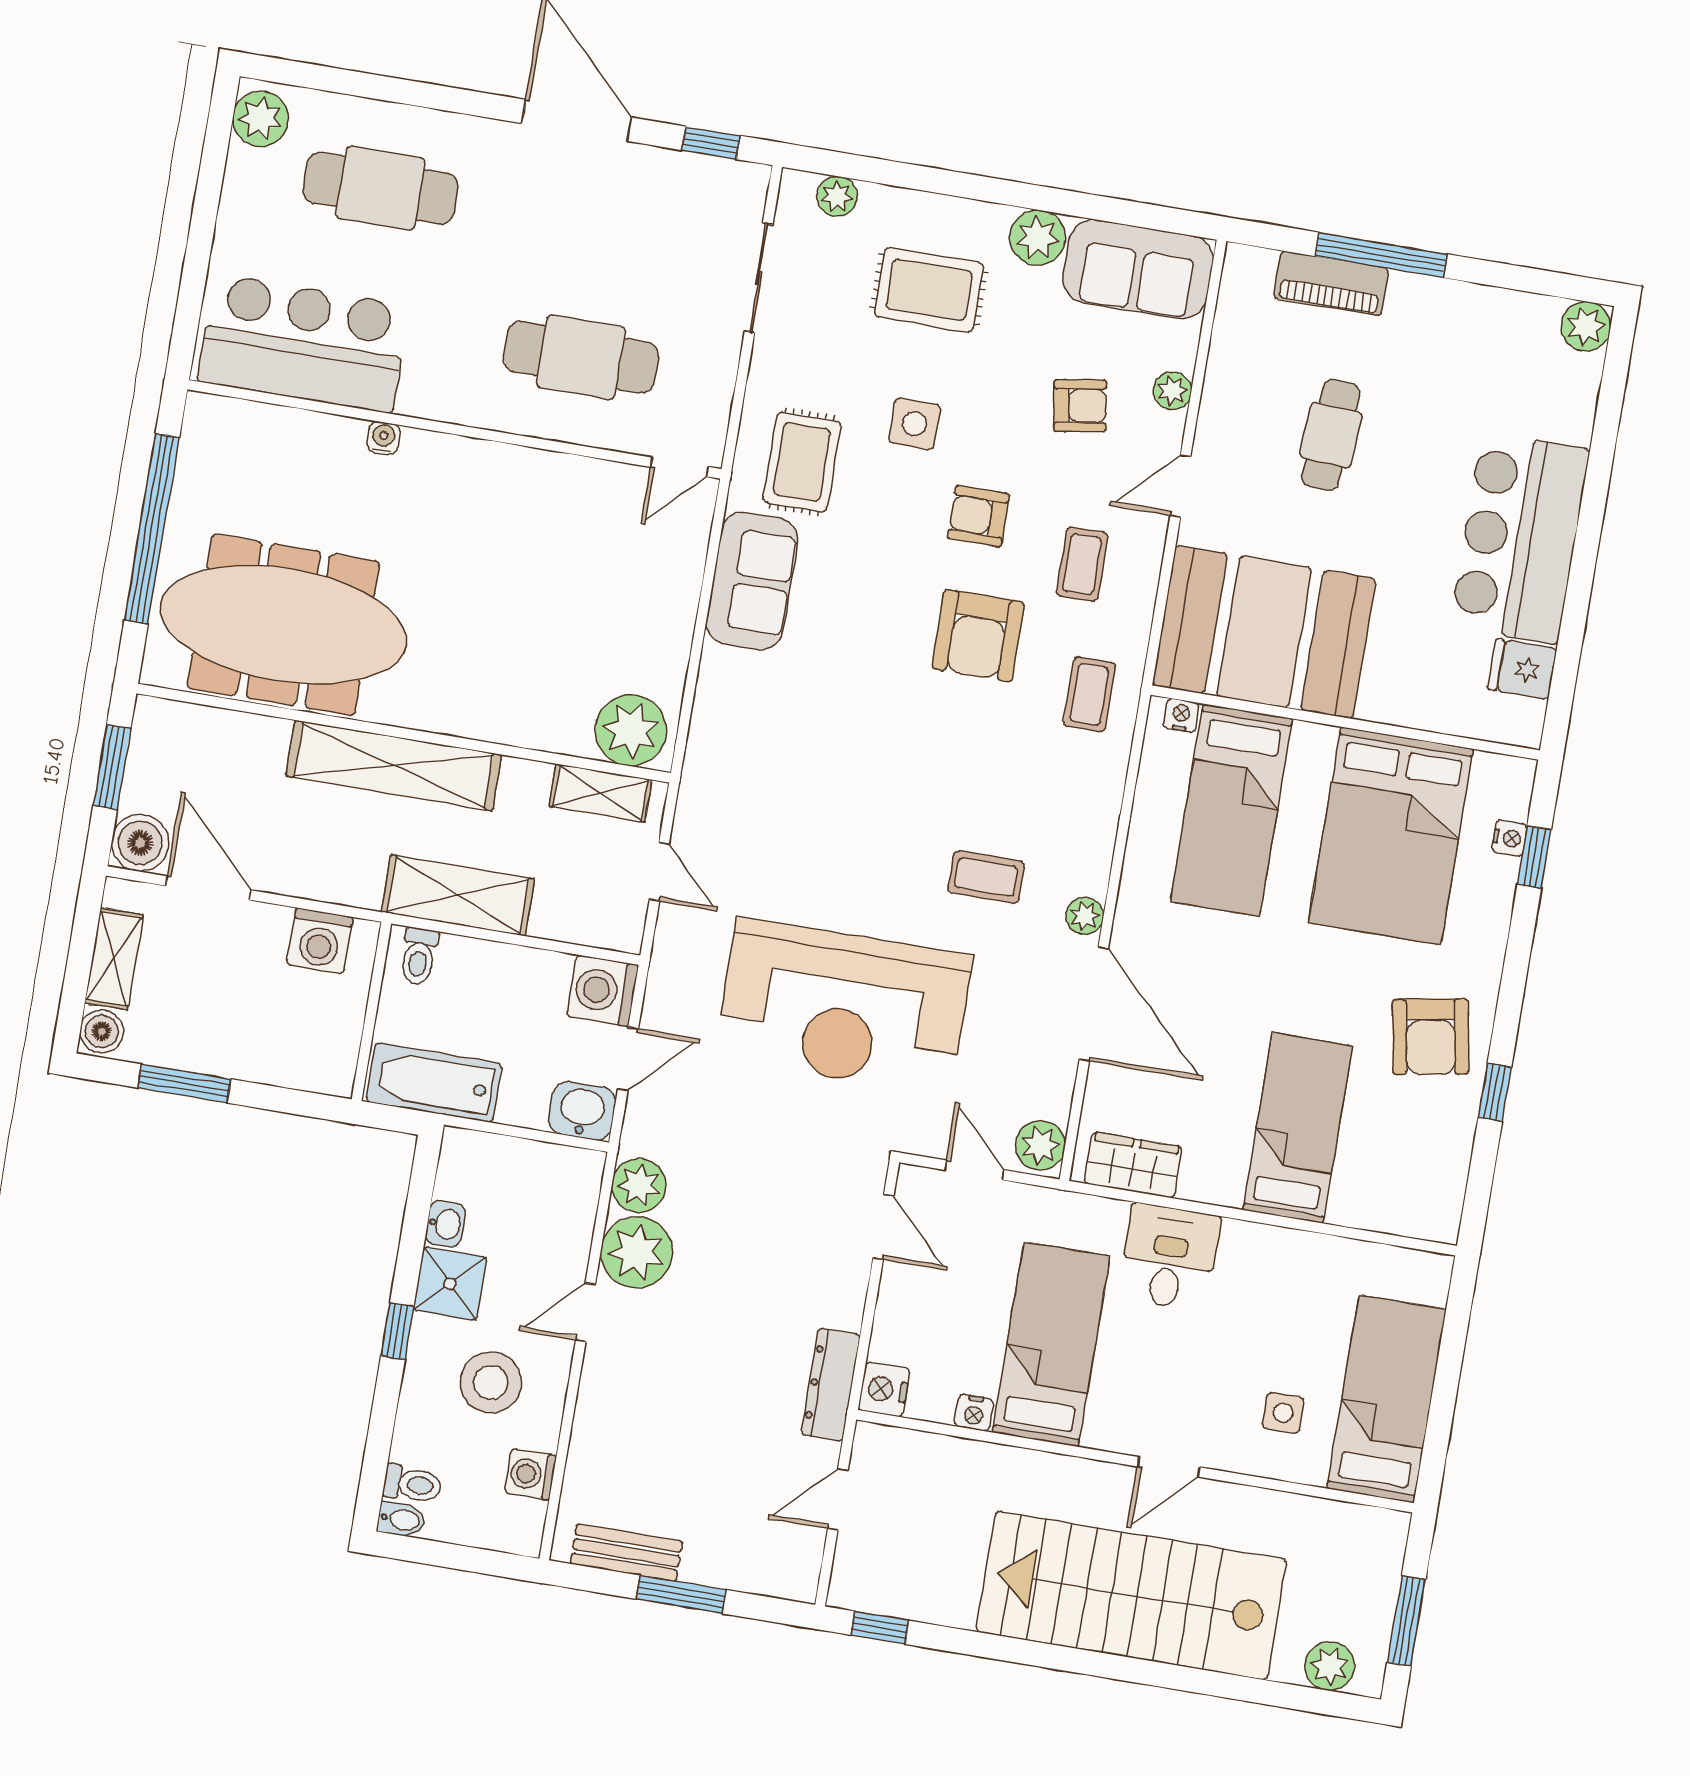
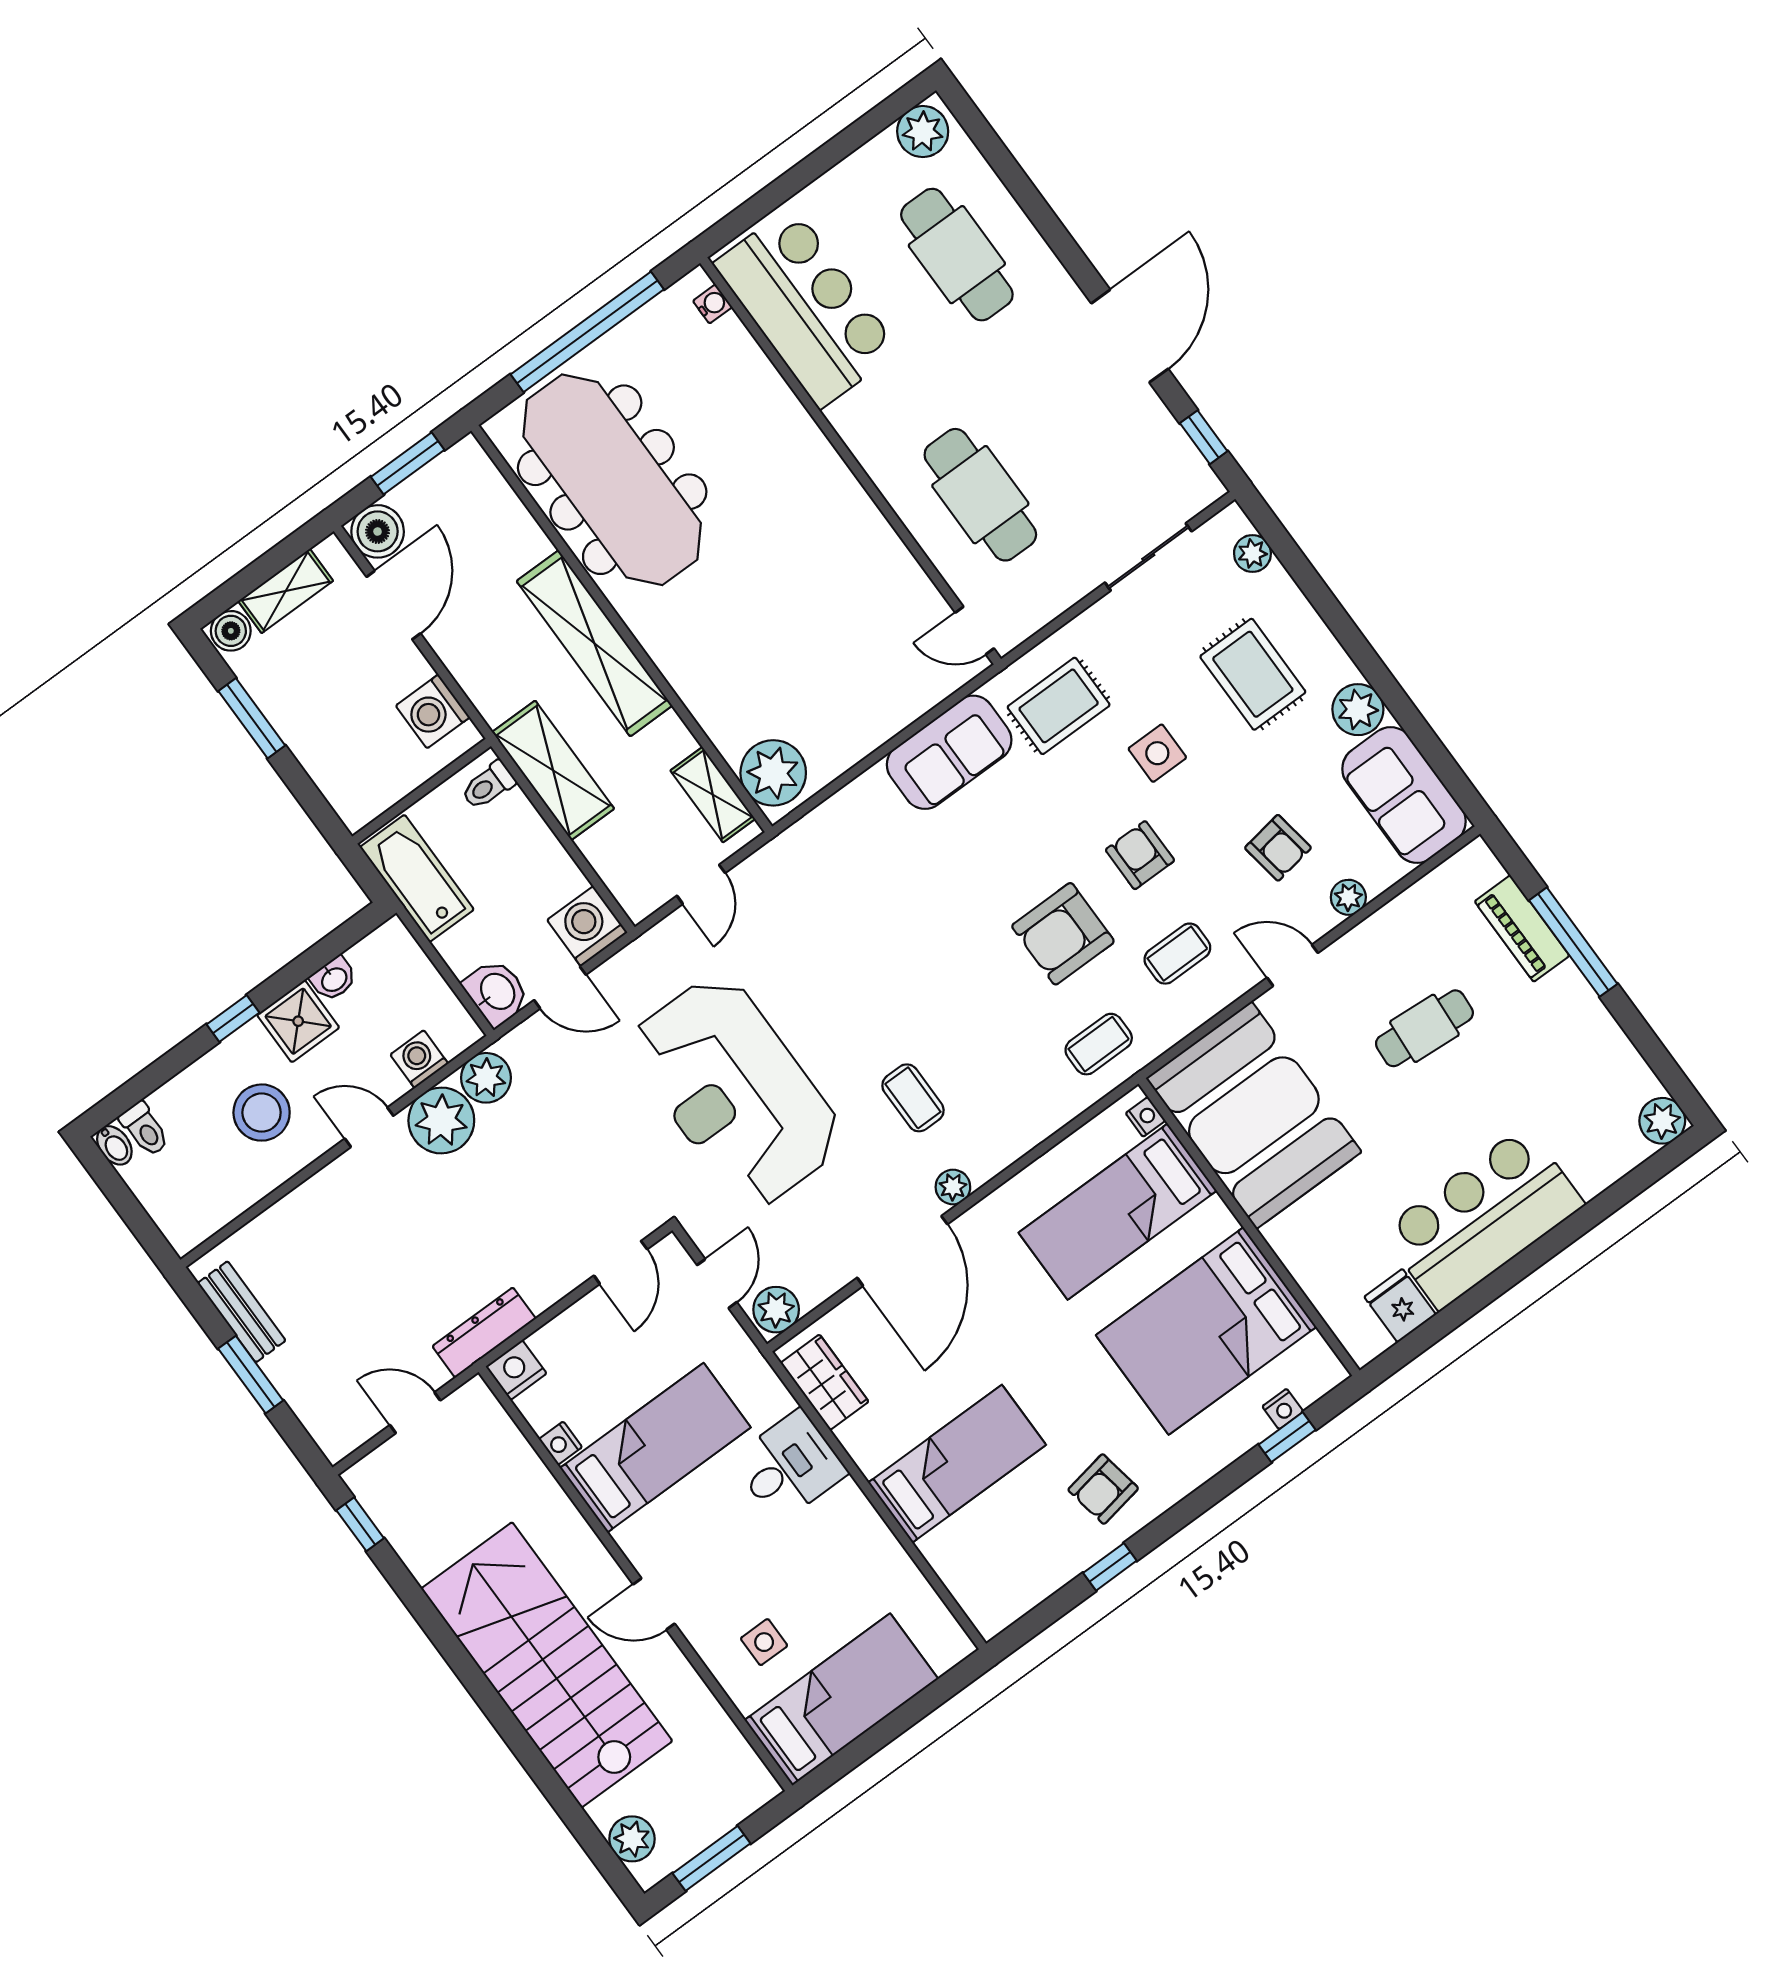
water cooler: (383, 438) -> (713, 304), moved
armchair: (1431, 1037) -> (1103, 1489), width x0.72, depth x0.72
washing machine: (531, 1474) -> (419, 1059), moved

